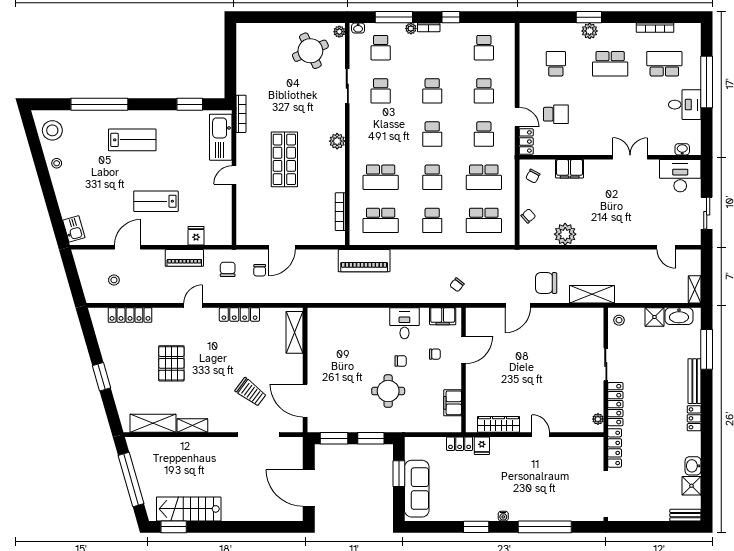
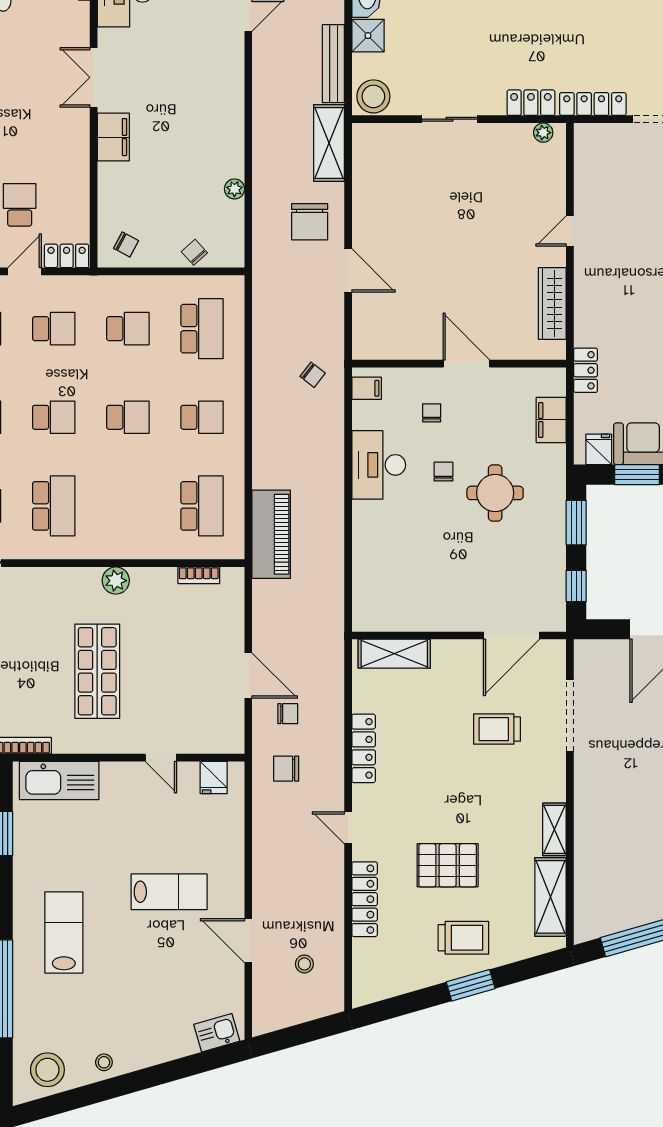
plant: (337, 141) -> (116, 581), moved
shop shelf: (284, 159) -> (97, 671), turned 90
filing cabinet: (570, 169) -> (113, 137), moved
door: (234, 175) -> (161, 758), moved
school desk: (381, 177) -> (54, 506), moved
school desk: (484, 177) -> (128, 329), width x0.54
lab bench: (156, 201) -> (169, 892), turned -90
bookcase: (340, 212) -> (199, 575), width x0.64
plant: (565, 234) -> (234, 189), width x0.53, depth x0.53
fridge: (196, 236) -> (214, 778), moved, turned -90
piano: (184, 258) -> (267, 843), removed
bench: (638, 297) -> (333, 64), added
locker: (130, 315) -> (365, 899), moved
filing cabinet: (443, 316) -> (367, 388), width x0.50
stool: (619, 320) -> (373, 96), width x1.89, depth x1.89
desk: (404, 323) -> (379, 465), width x1.37
door: (463, 350) -> (466, 364), moved
trolley: (129, 373) -> (463, 938), added
trolley: (251, 392) -> (497, 729), turned -127
filing cabinet: (453, 403) -> (551, 420), moved, turned 90
locker: (615, 404) -> (531, 103), width x0.66
window: (334, 438) -> (576, 586), width x0.67
fridge: (482, 446) -> (599, 449), moved, turned -90

